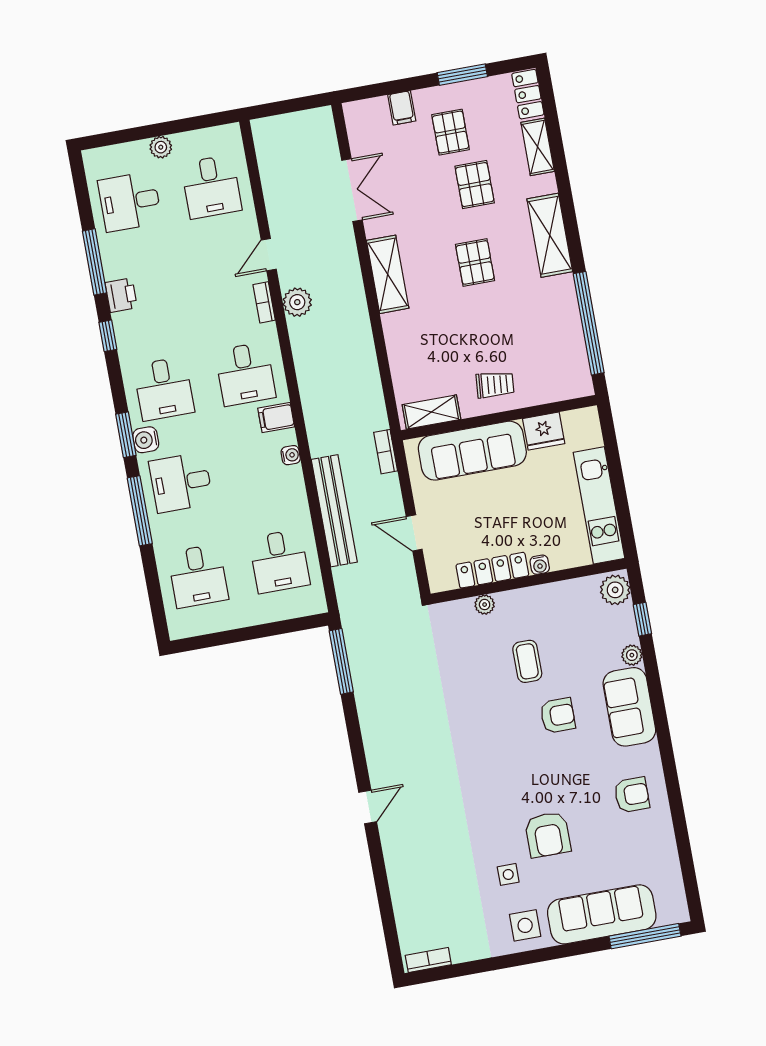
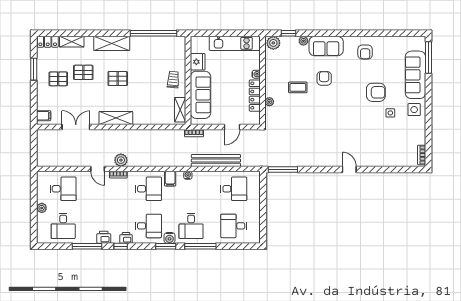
filing cabinet: (402, 108) -> (44, 116), moved
printer: (129, 344) -> (126, 238), added
desk: (198, 576) -> (234, 226), turned 180
armchair: (632, 795) -> (365, 52), turned 180

